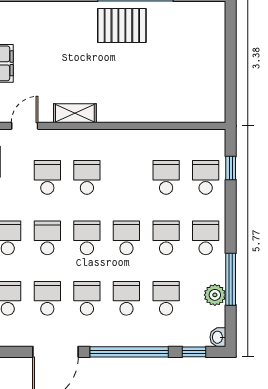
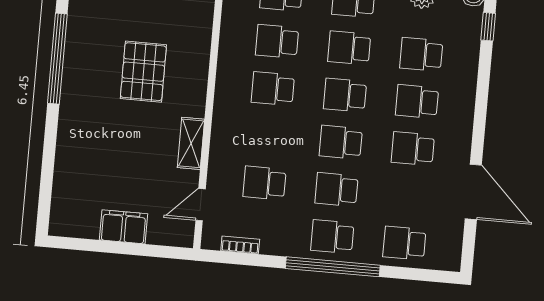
pallet: (122, 25) -> (143, 72), moved
door: (25, 126) -> (201, 205), hinge flipped
school desk: (87, 177) -> (273, 89), moved
school desk: (47, 298) -> (409, 196), removed
window: (129, 352) -> (481, 104), removed

